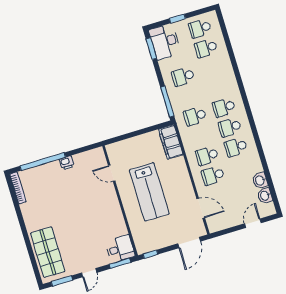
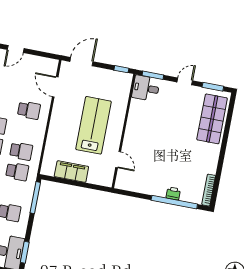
filing cabinet: (171, 142) -> (71, 172), moved, turned -90
school desk: (207, 156) -> (21, 151), moved
printer: (67, 163) -> (173, 193), moved

